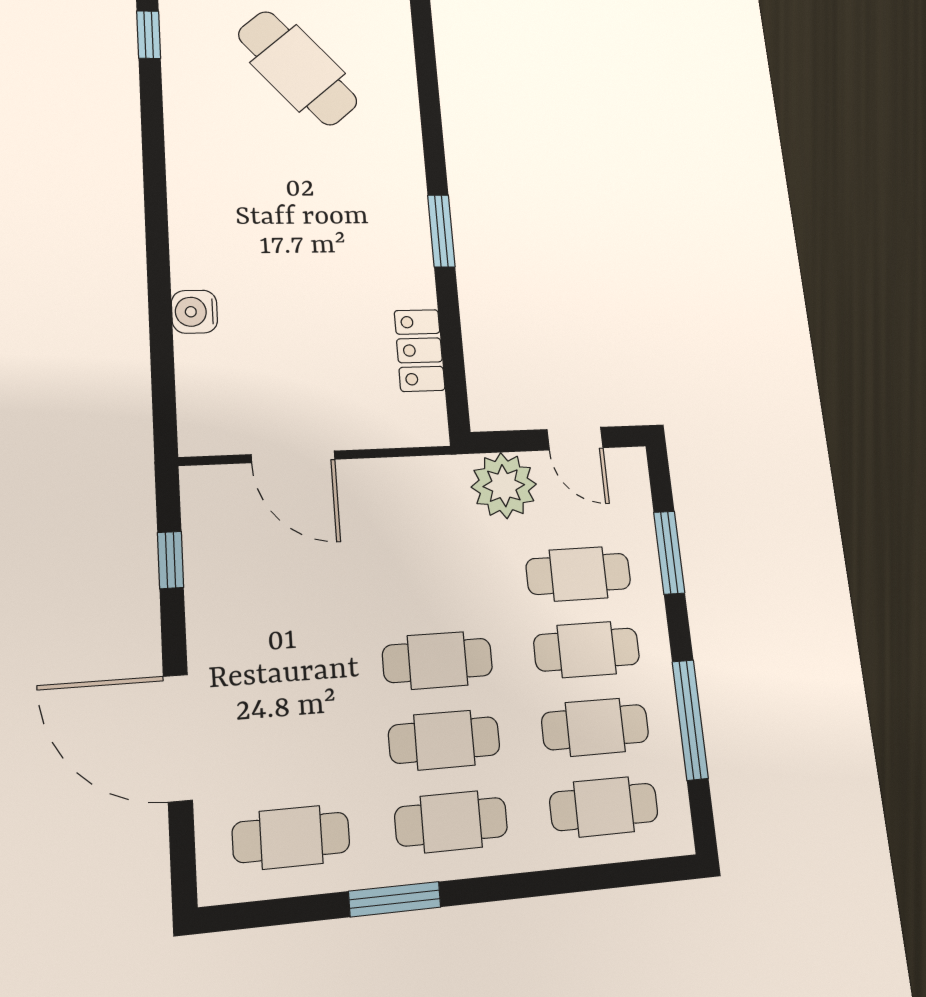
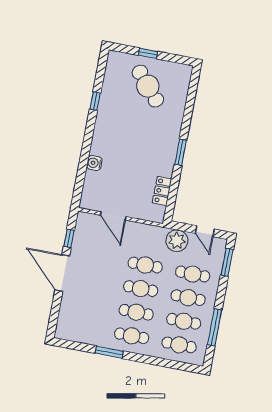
window: (149, 35) -> (95, 101), moved
window: (669, 552) -> (227, 262), moved
door: (178, 738) -> (62, 273), moved
cafe table: (291, 837) -> (145, 265), moved

